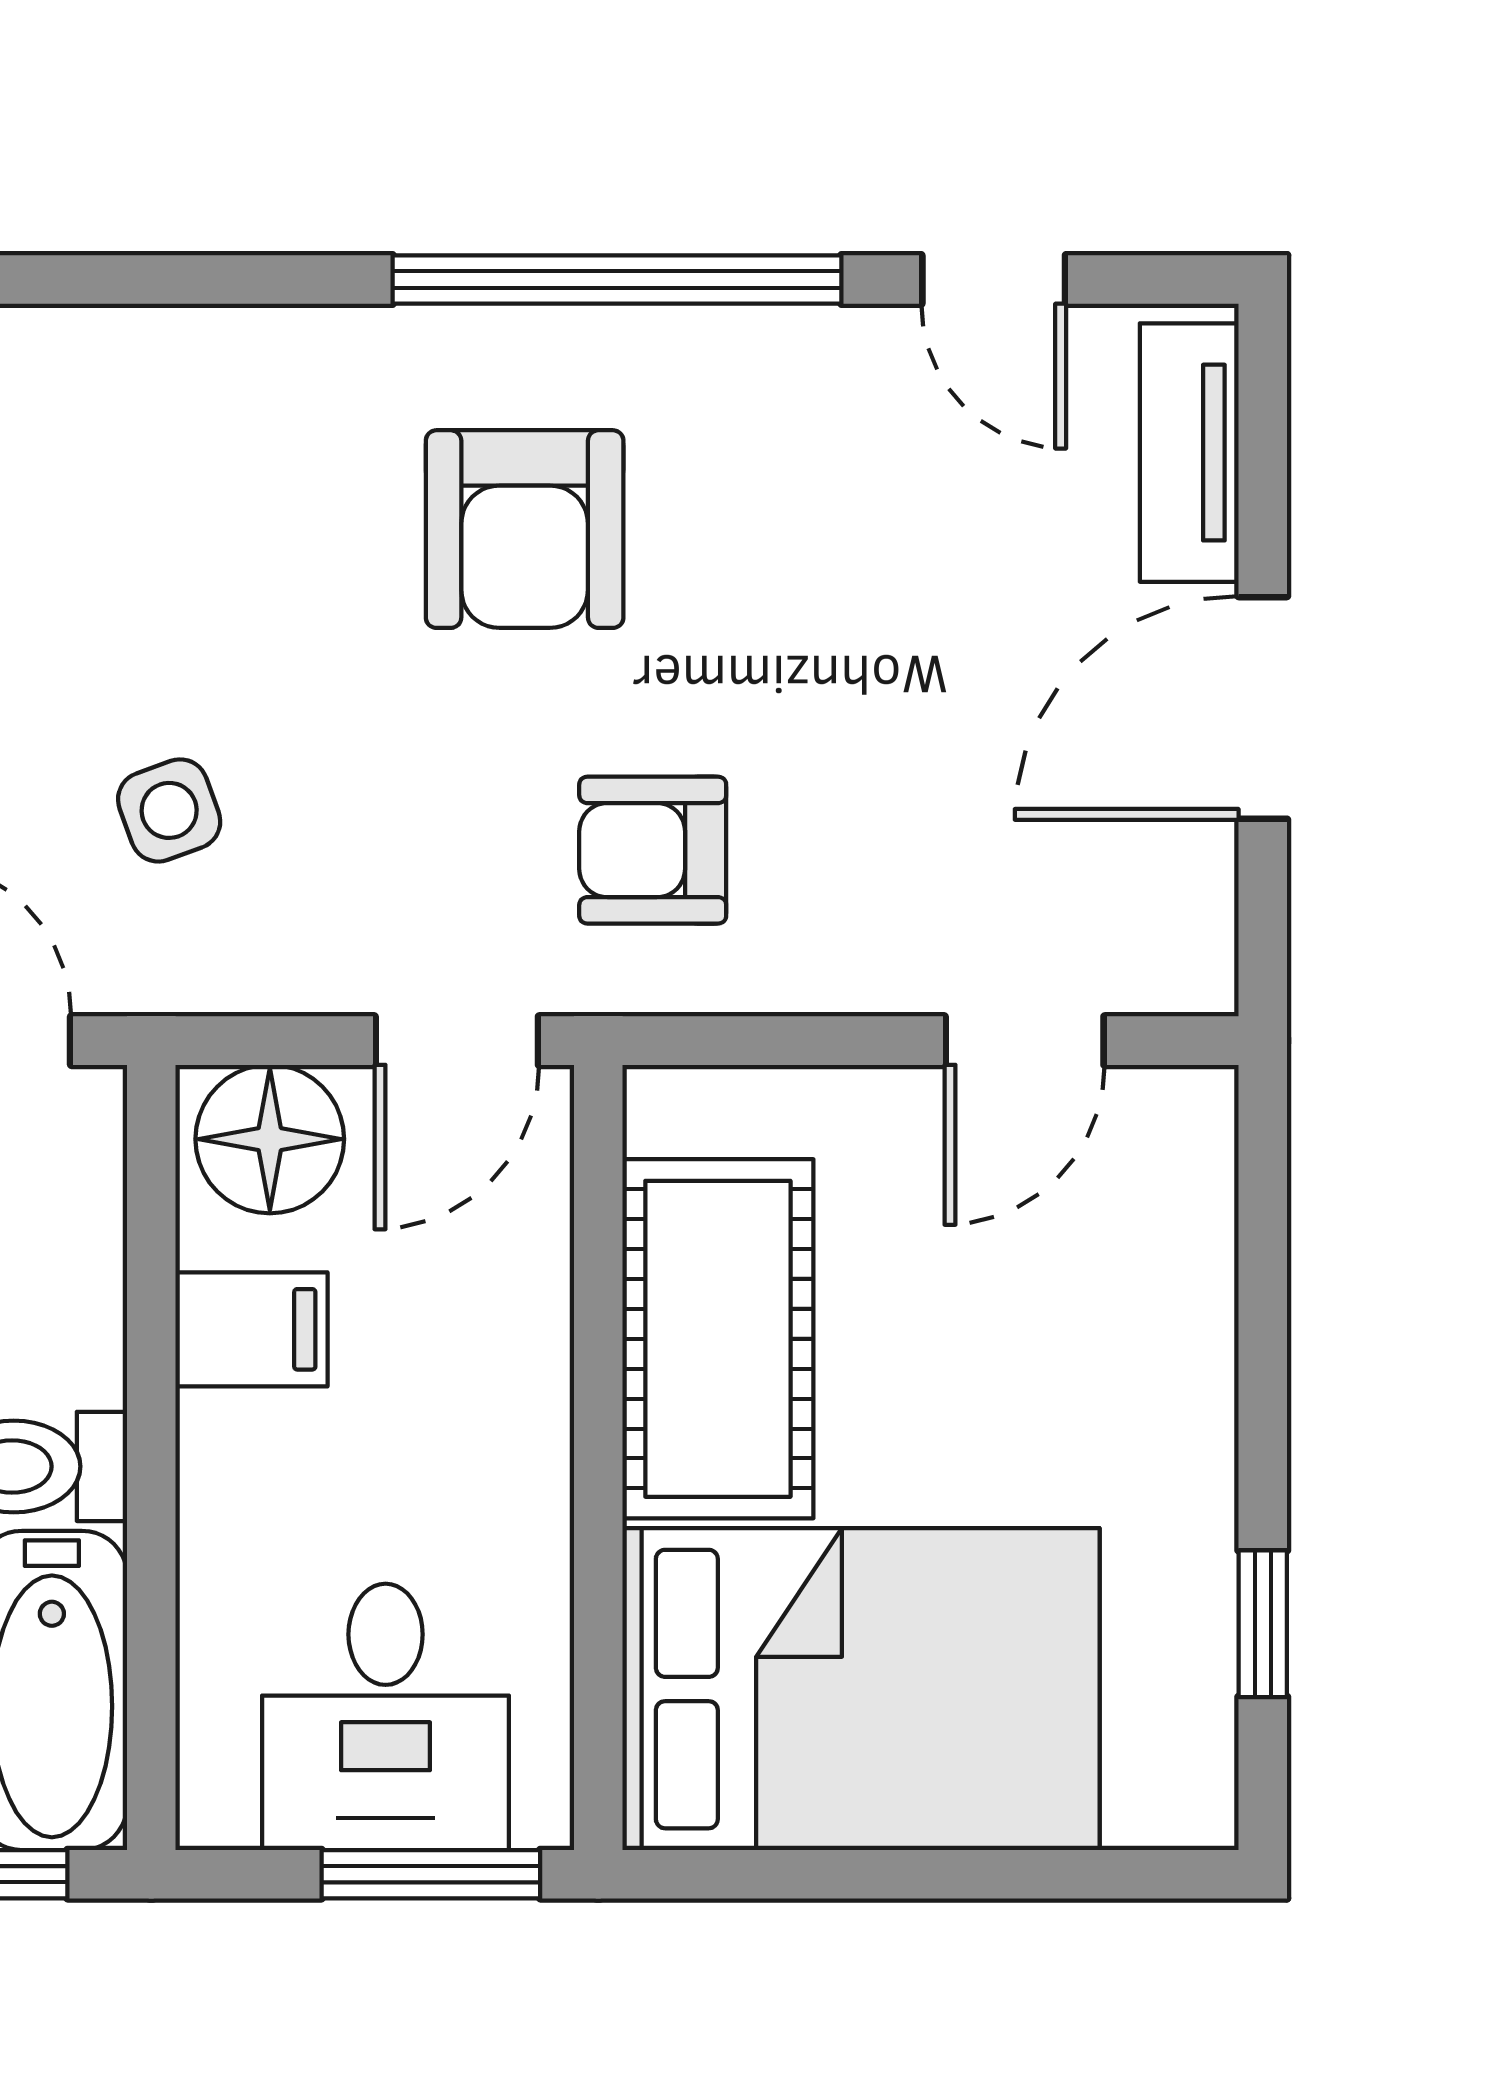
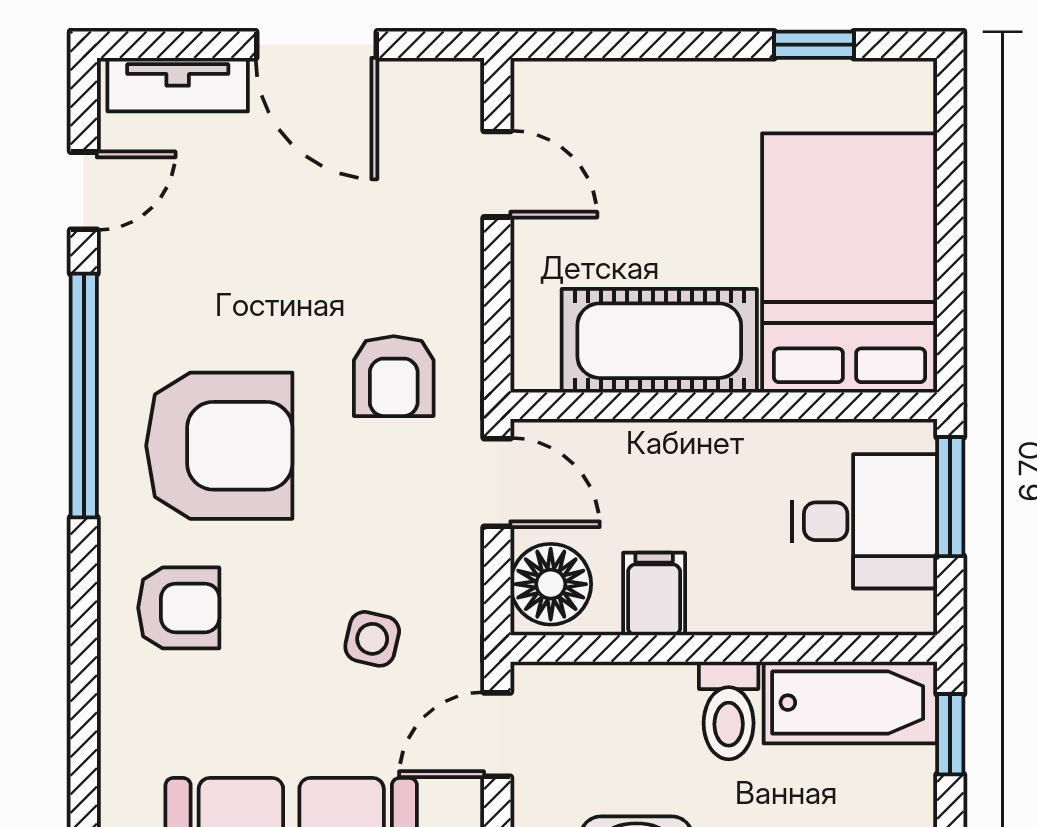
armchair: (226, 455) -> (179, 608), added
armchair: (525, 529) -> (219, 446), width x1.36, depth x1.36
side table: (169, 810) -> (372, 639), turned 33

